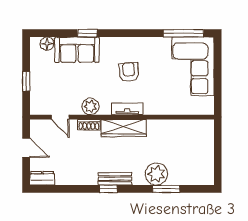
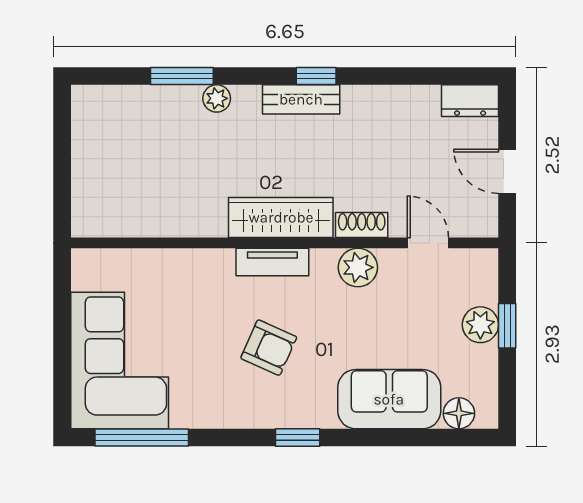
window: (87, 33) -> (298, 437), moved
armchair: (129, 72) -> (269, 348), turned -61
plant: (38, 82) -> (480, 325), added
plant: (156, 174) -> (217, 98), width x0.53, depth x0.53

